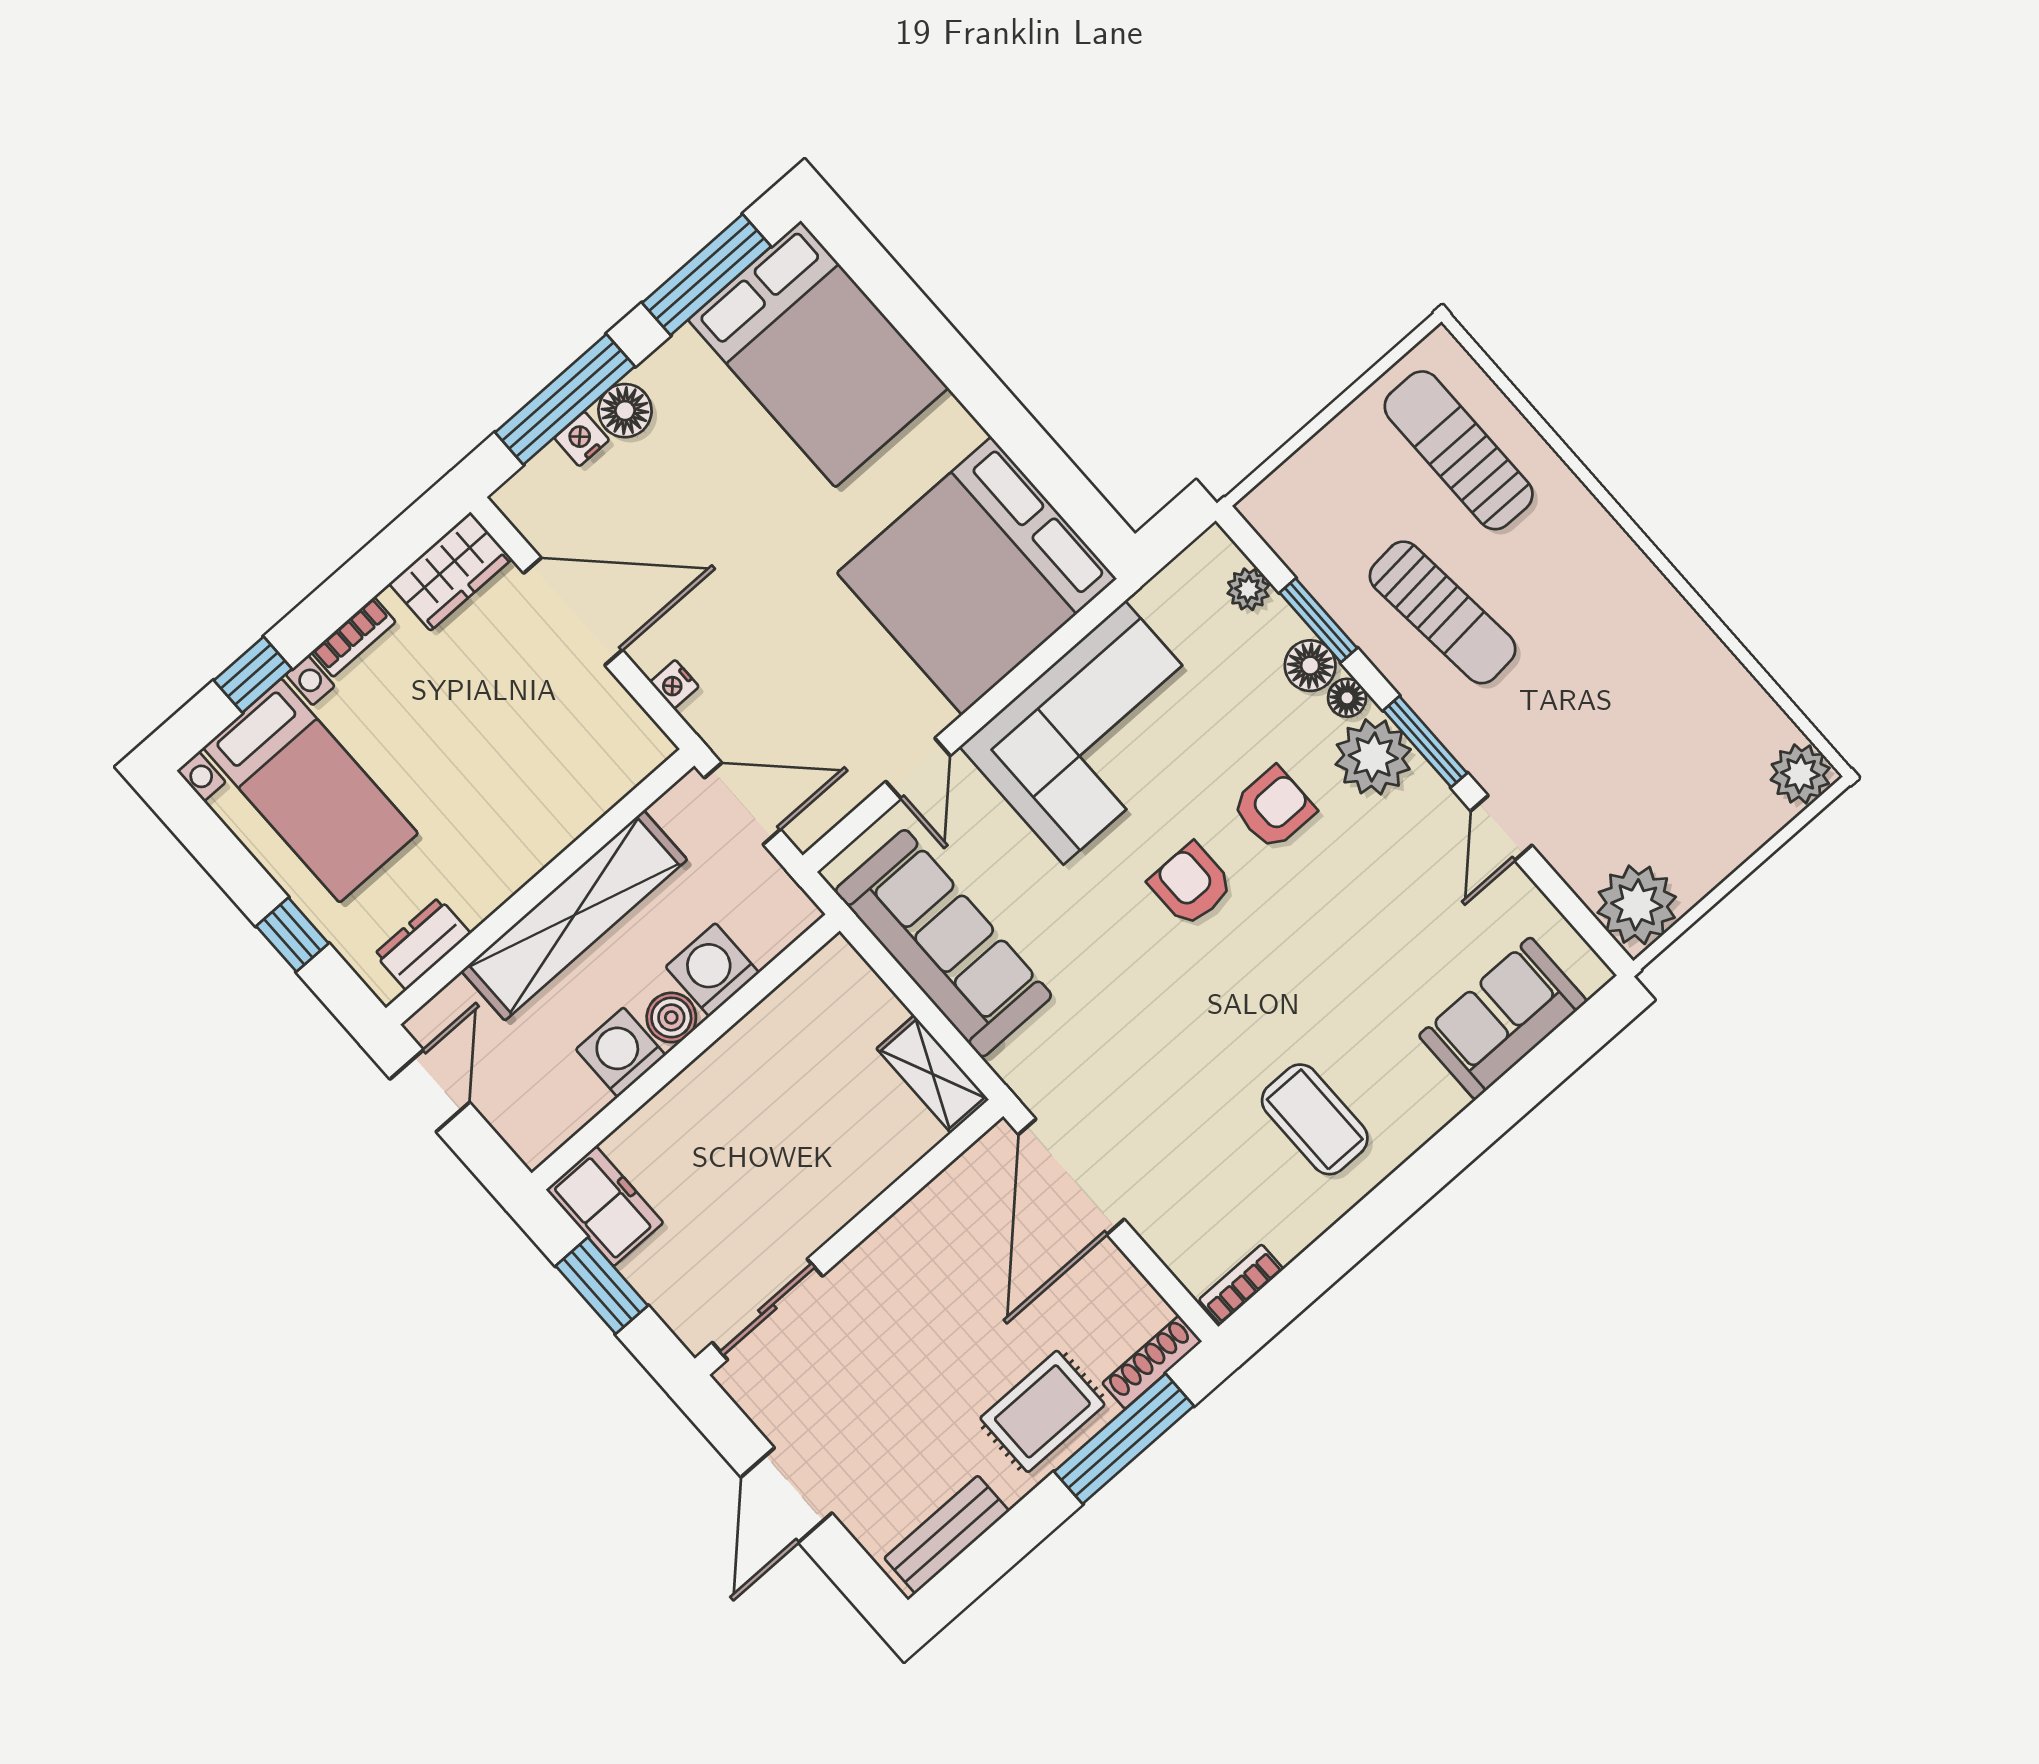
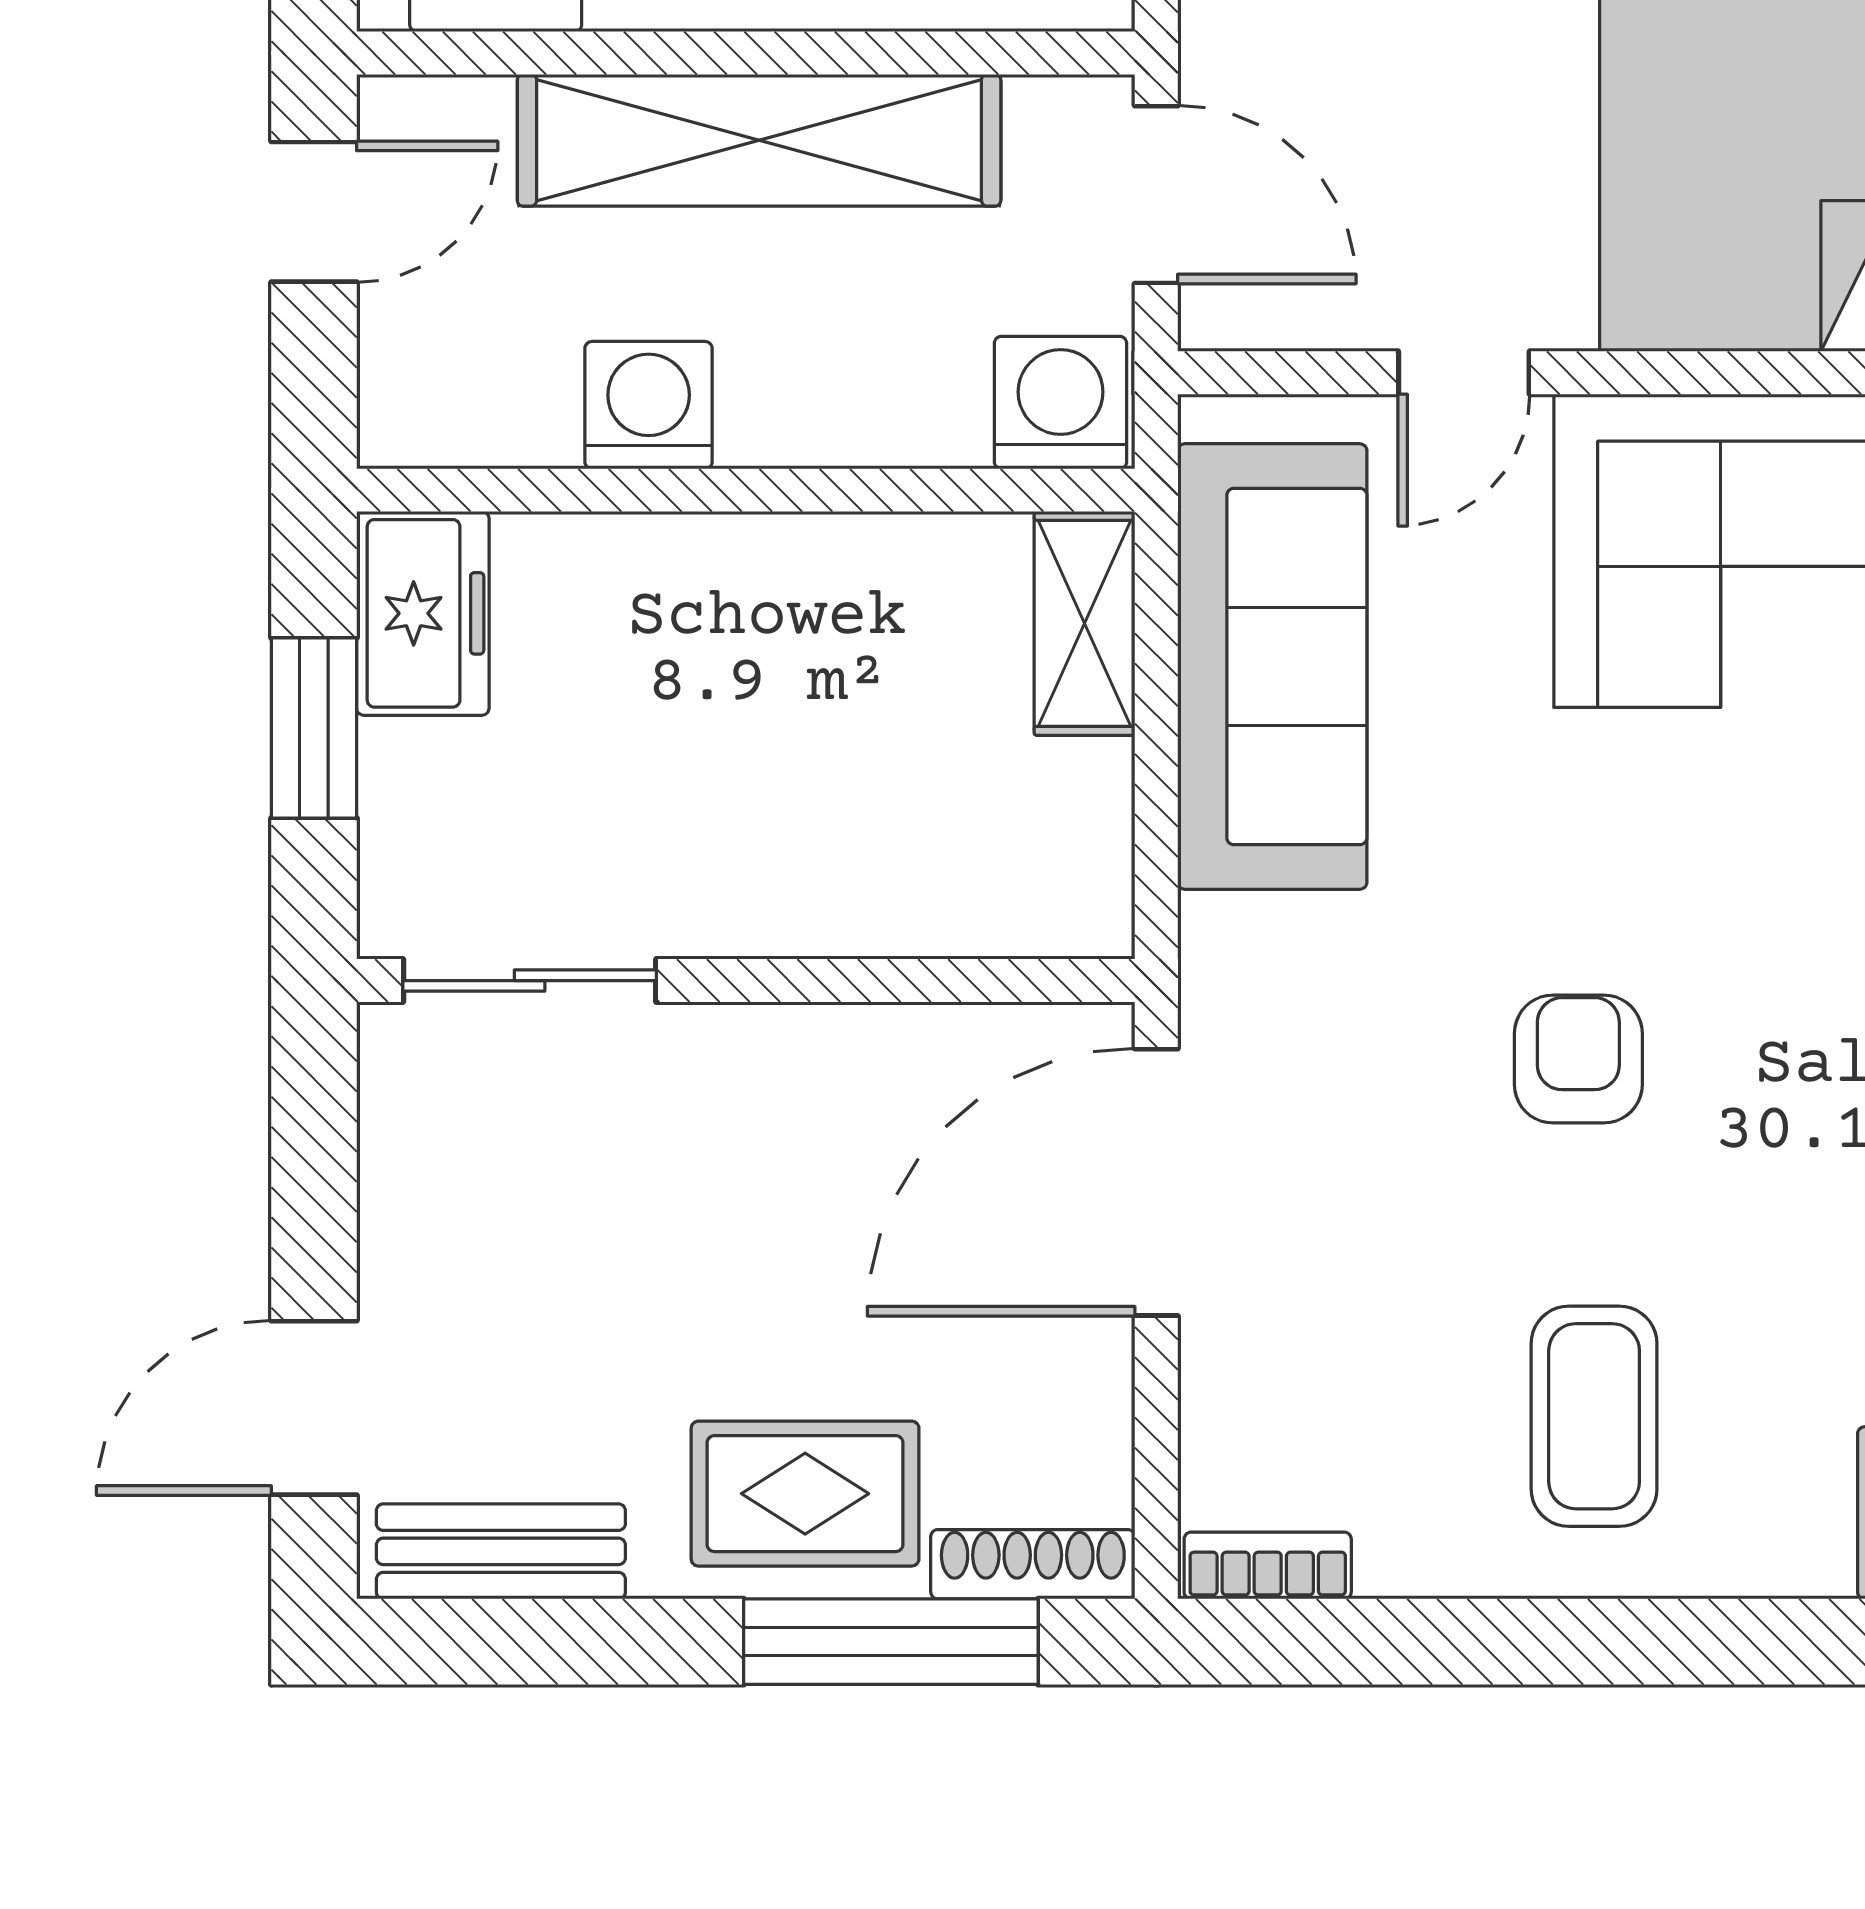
armchair: (1191, 885) -> (1578, 1059), moved
washing machine: (712, 970) -> (1061, 403), moved
boiler: (671, 1017) -> (770, 420), removed
shelving: (933, 1074) -> (1085, 623), moved
door: (786, 1495) -> (314, 1408), moved

